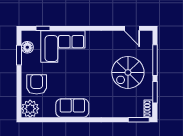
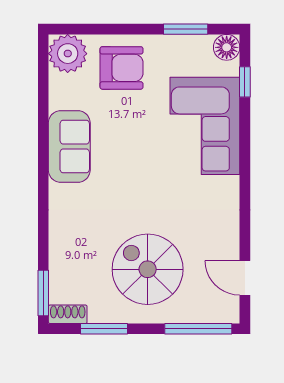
door: (132, 28) -> (245, 278), hinge flipped
floor lamp: (27, 47) -> (227, 47), moved
window: (155, 60) -> (198, 329), moved

